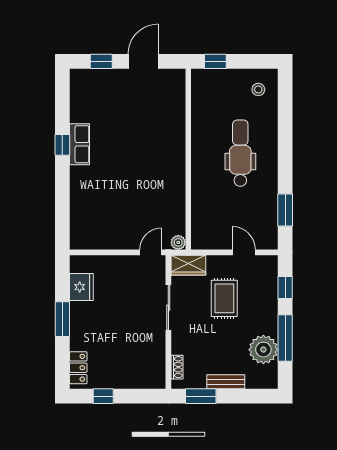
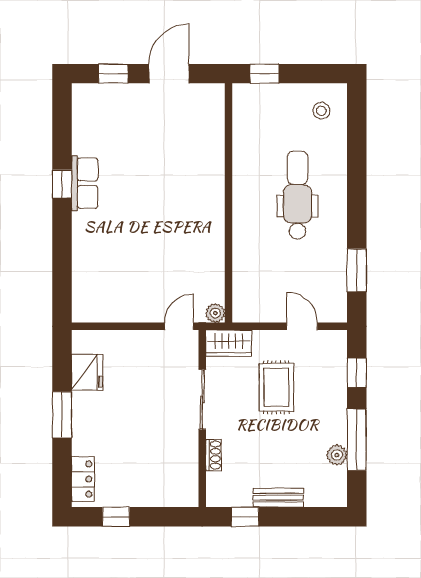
plant: (263, 350) -> (337, 455), width x0.53, depth x0.53
shoe rack: (177, 367) -> (214, 455), moved
window: (201, 396) -> (245, 517), width x0.67

